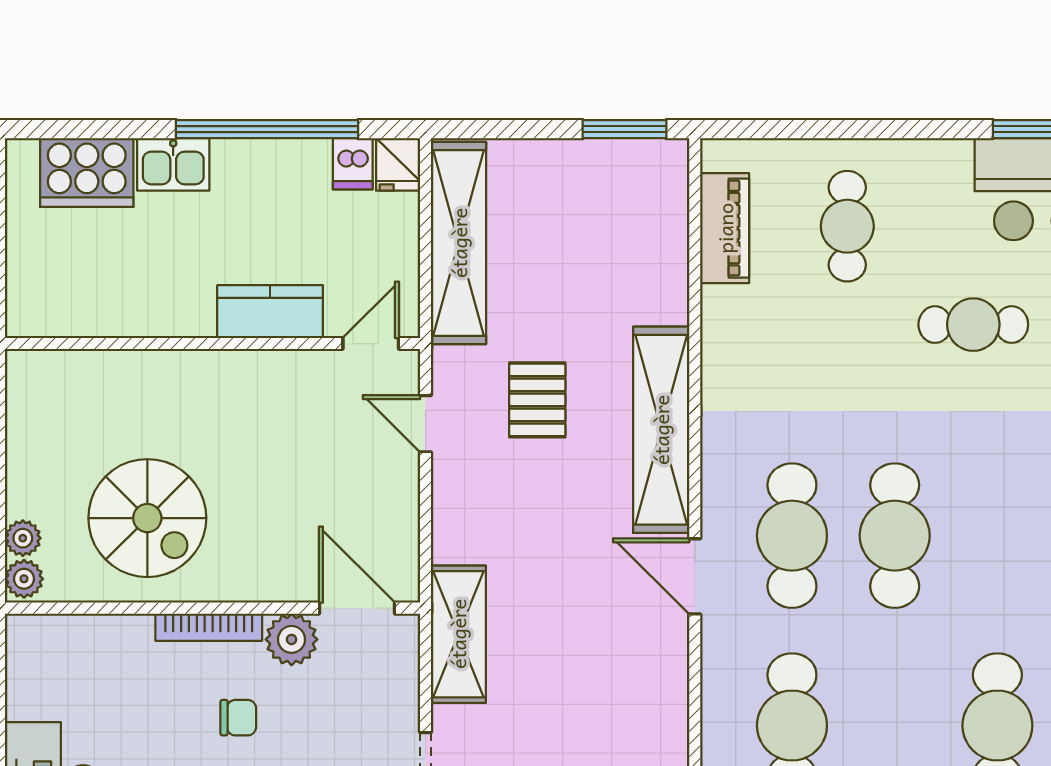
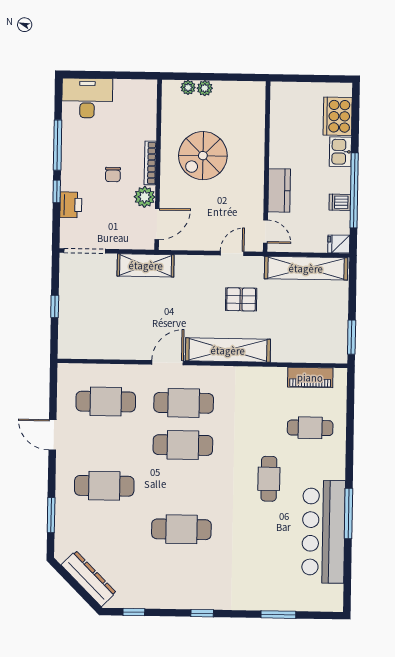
dishwasher: (353, 164) -> (340, 202), moved
spiral stairs: (147, 518) -> (203, 156), moved
plant: (24, 579) -> (205, 88), moved

